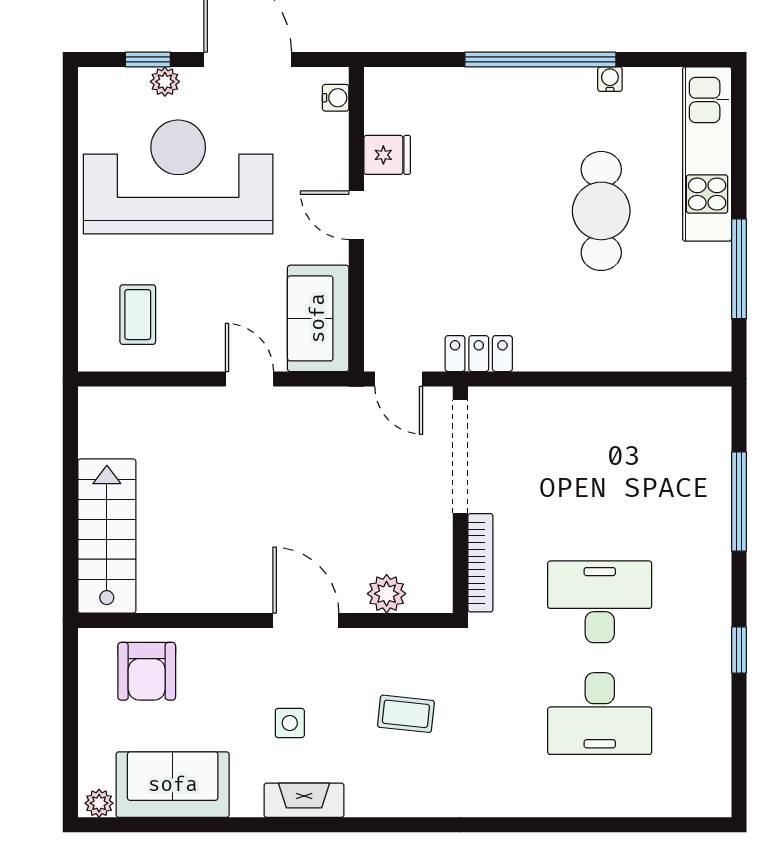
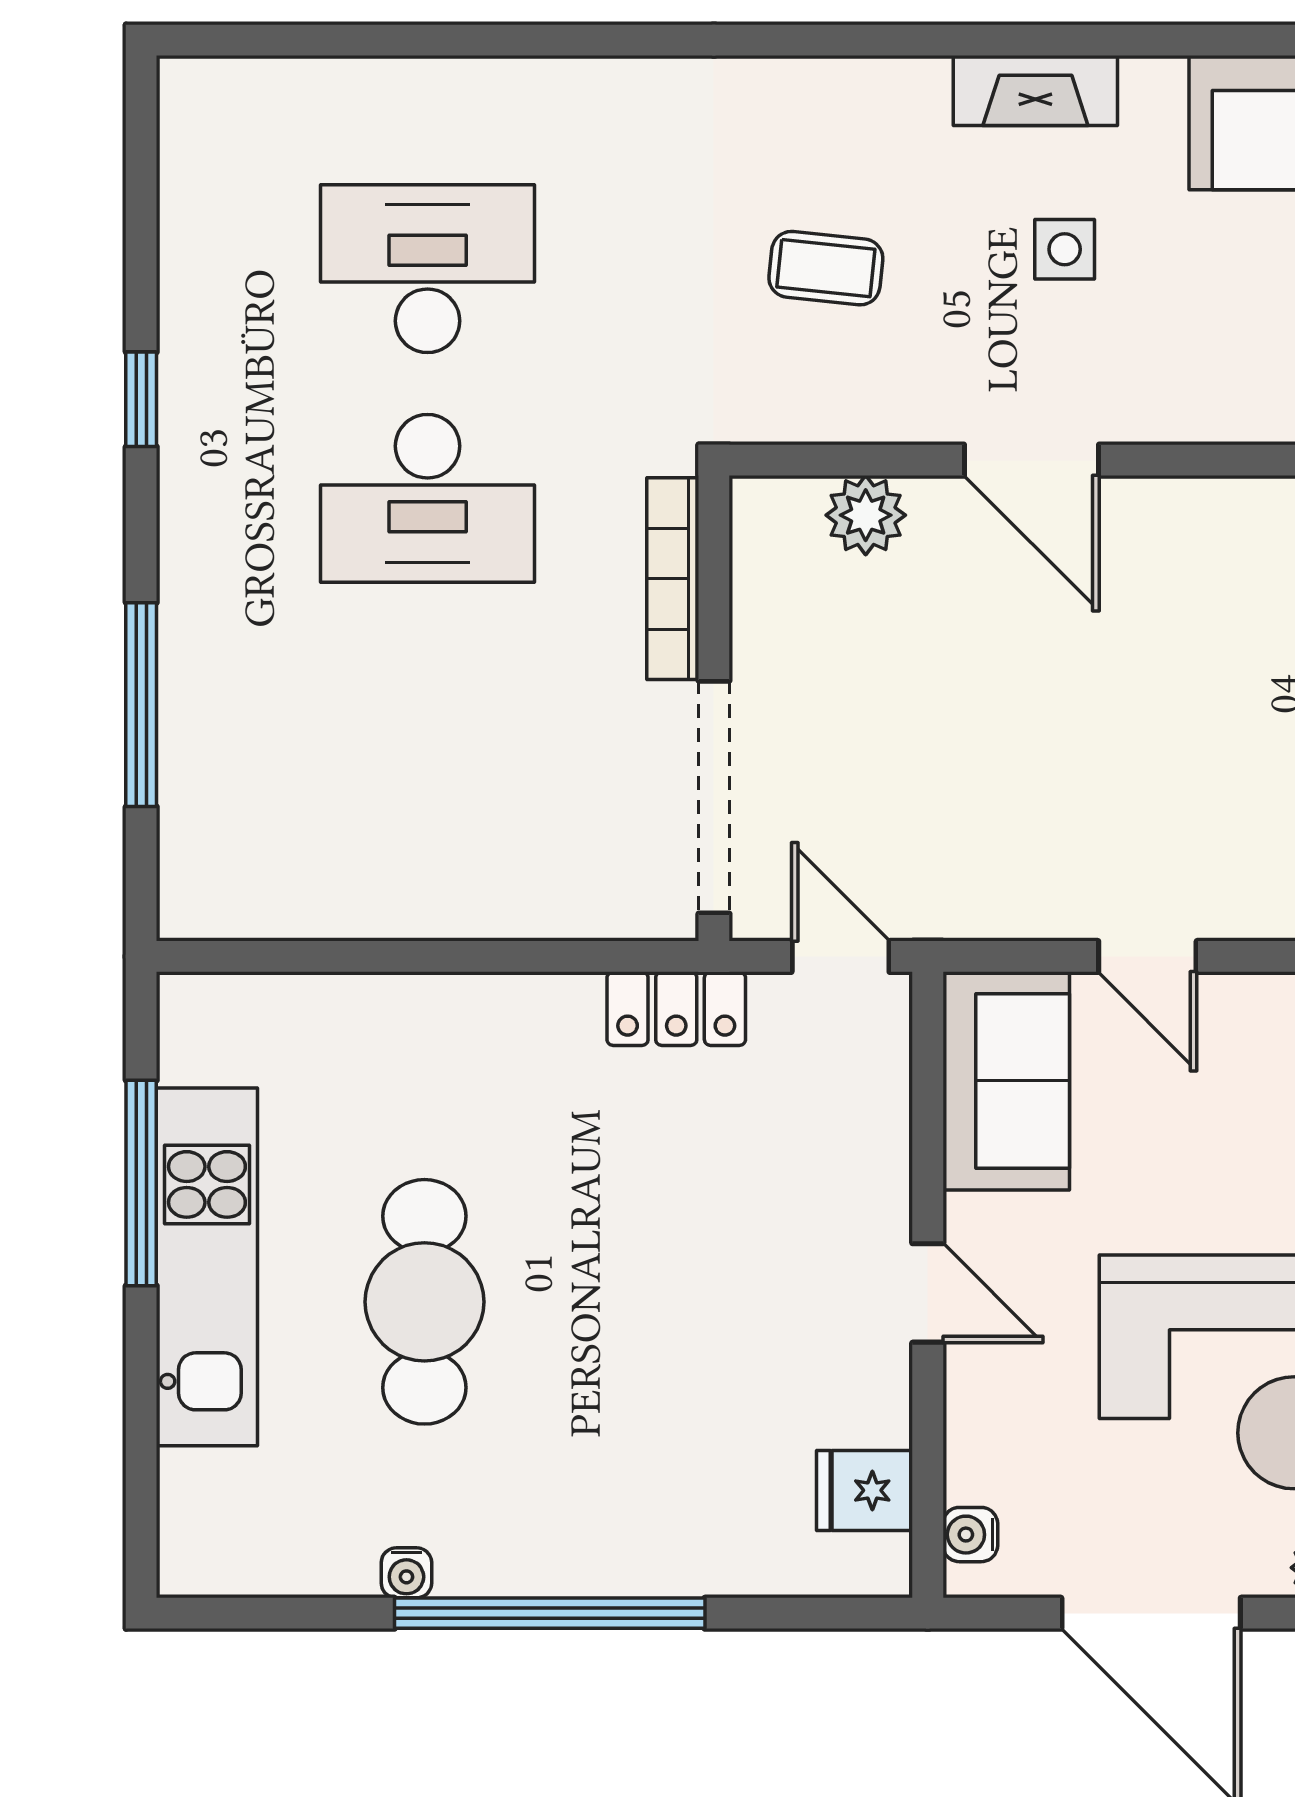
kitchen unit: (707, 154) -> (207, 1267), moved
fridge: (387, 155) -> (865, 1490), moved

